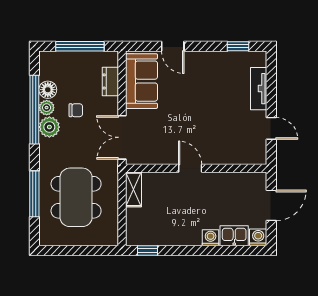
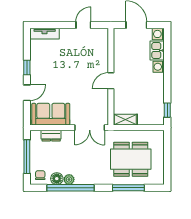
window: (238, 46) -> (27, 68), moved
tv unit: (259, 89) -> (45, 34), moved
chair: (76, 110) -> (40, 175), moved
plant: (49, 127) -> (82, 178), removed

